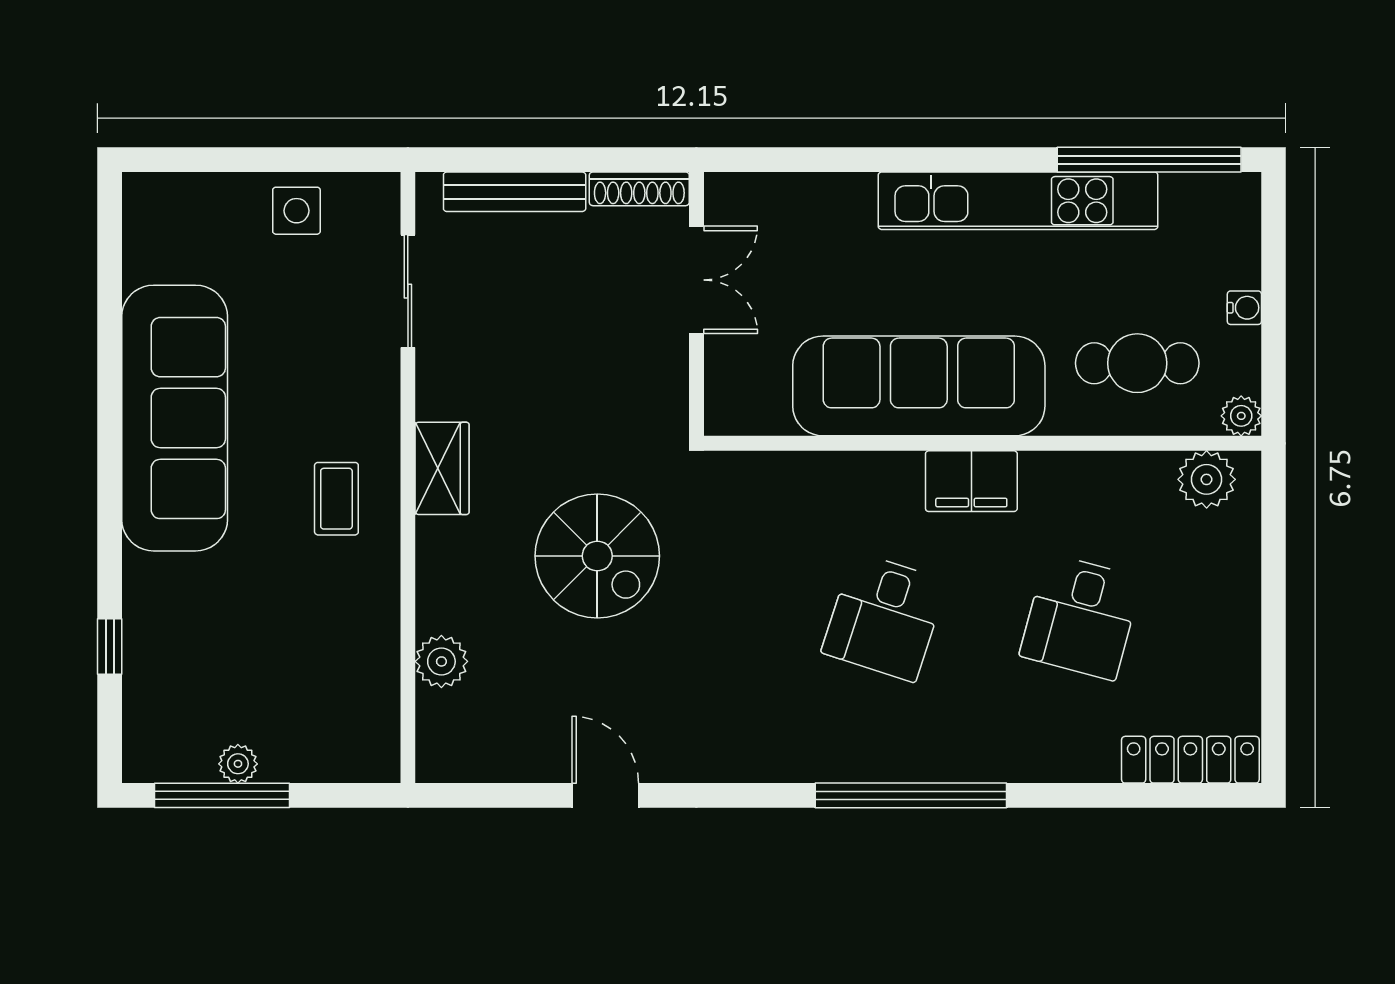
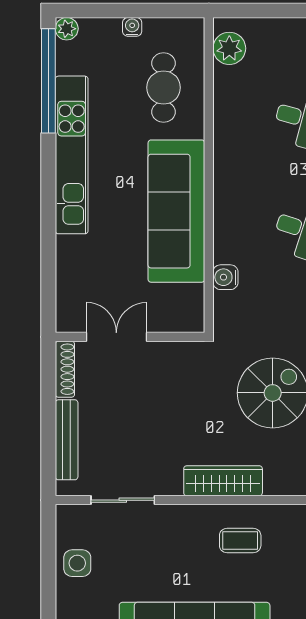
plant: (1241, 416) -> (67, 29), moved
wardrobe: (442, 468) -> (223, 481), width x1.50
water cooler: (802, 473) -> (225, 277), added
filing cabinet: (971, 481) -> (230, 181), removed

